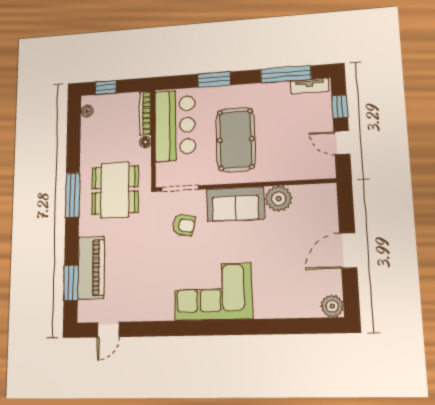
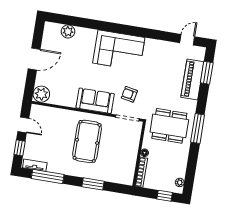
bar counter: (175, 125) -> (124, 159), removed
dining table: (115, 190) -> (169, 126), turned 90
plant: (279, 199) -> (41, 94), moved
plant: (332, 306) -> (68, 31), moved

